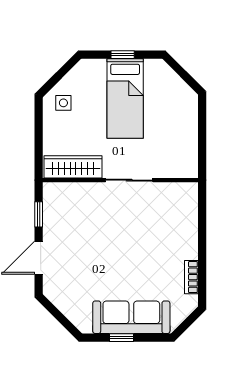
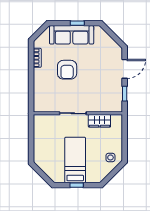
wardrobe: (73, 167) -> (99, 121), width x0.67
armchair: (139, 256) -> (67, 70), added

